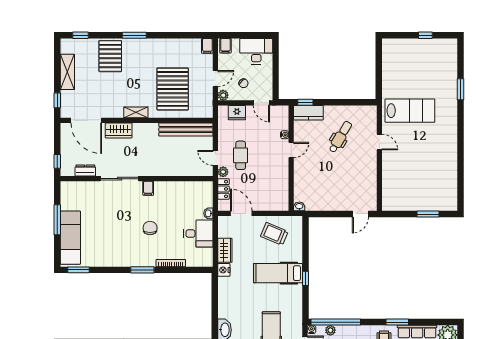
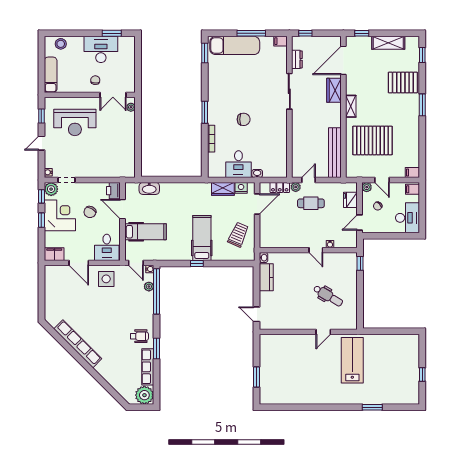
lab bench: (410, 111) -> (352, 360), turned 180
kitchen counter: (308, 113) -> (266, 277), moved, turned 180
filing cabinet: (148, 188) -> (280, 41), moved
nightstand: (224, 270) -> (241, 188), moved

